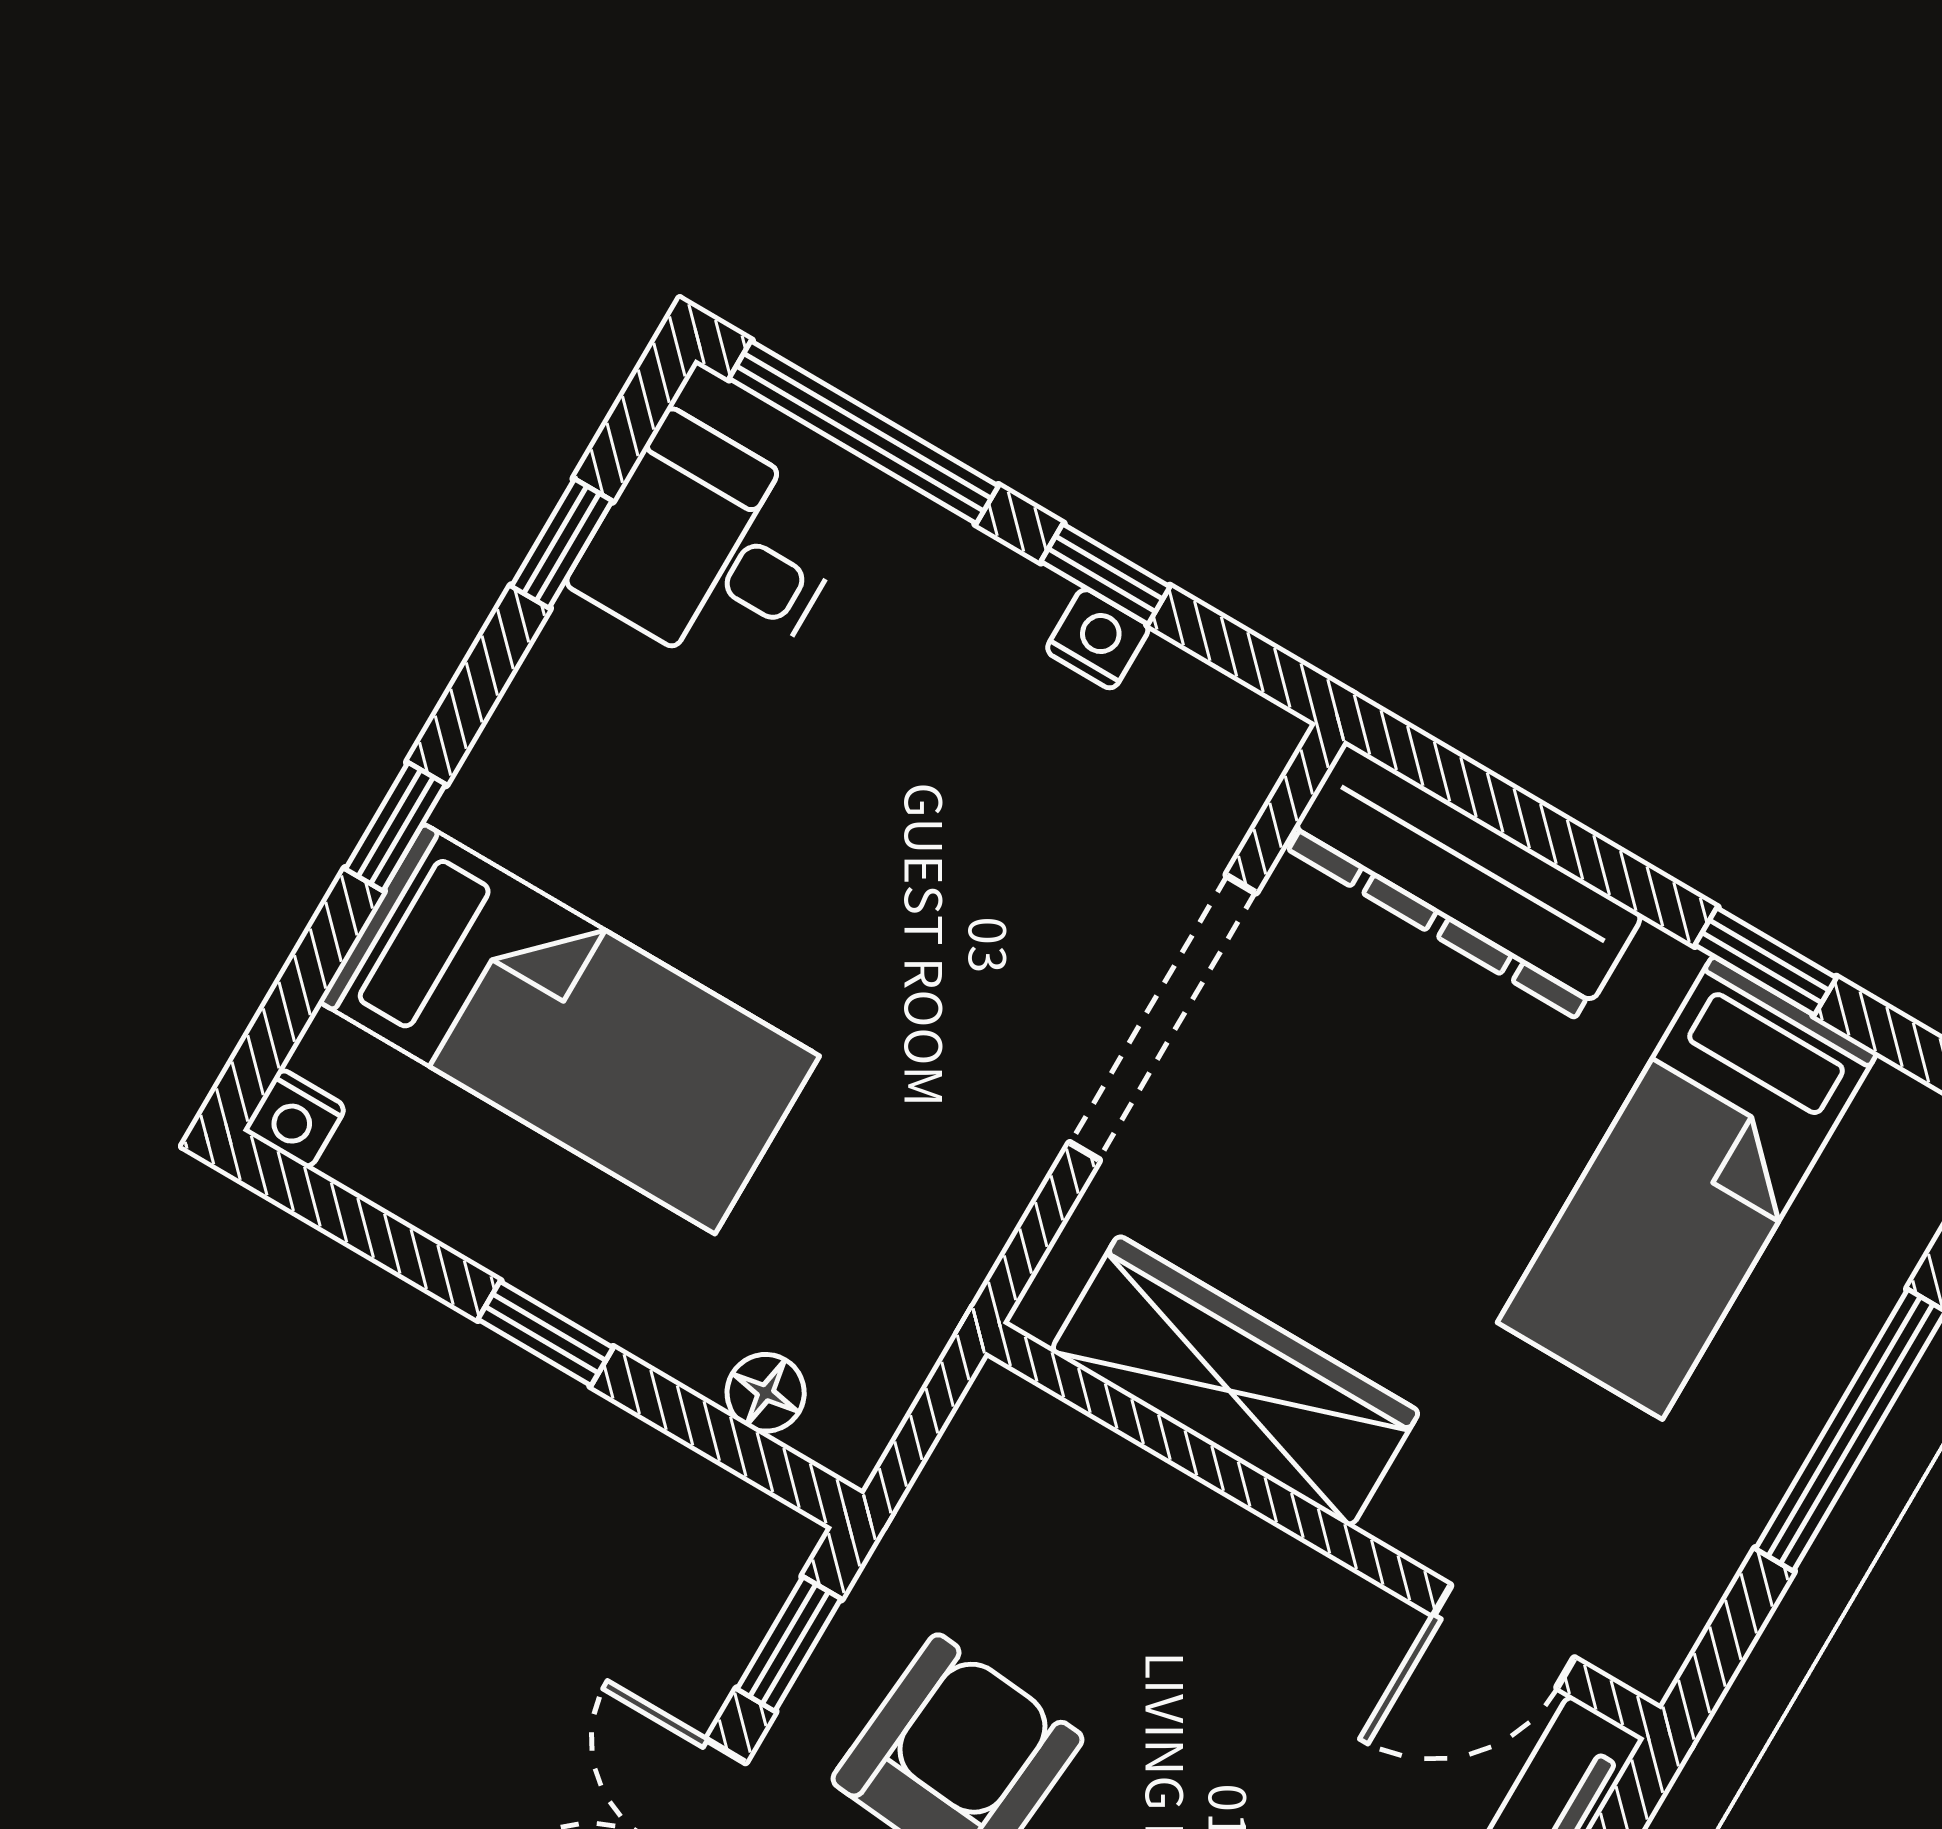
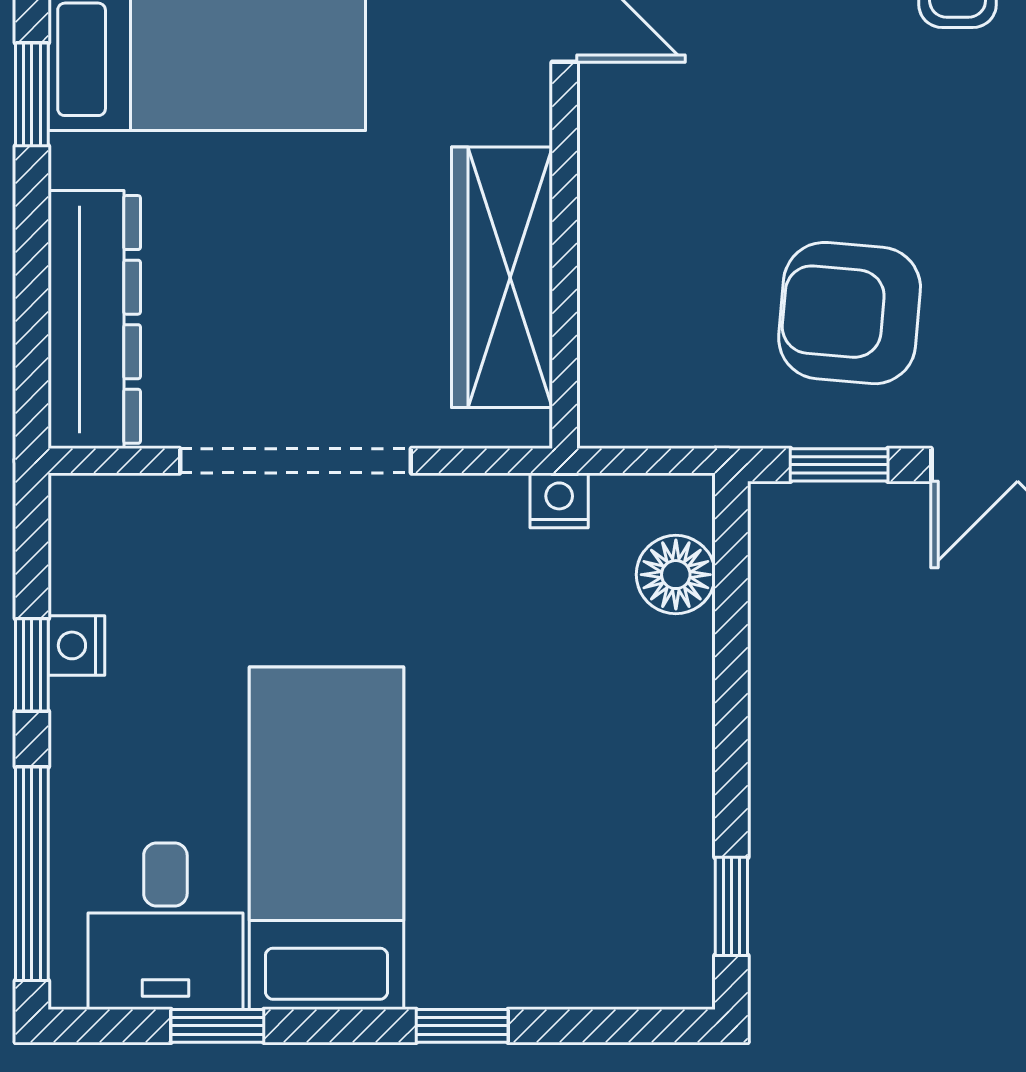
bed: (569, 1029) -> (326, 838), moved
nightstand: (295, 1119) -> (559, 500), moved, turned -90
window: (545, 1334) -> (731, 906), moved
floor lamp: (766, 1393) -> (676, 575), width x1.37, depth x1.37

